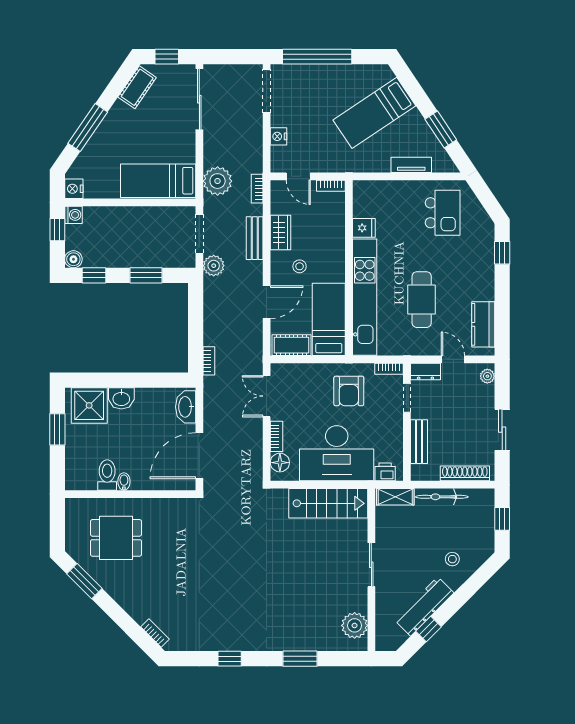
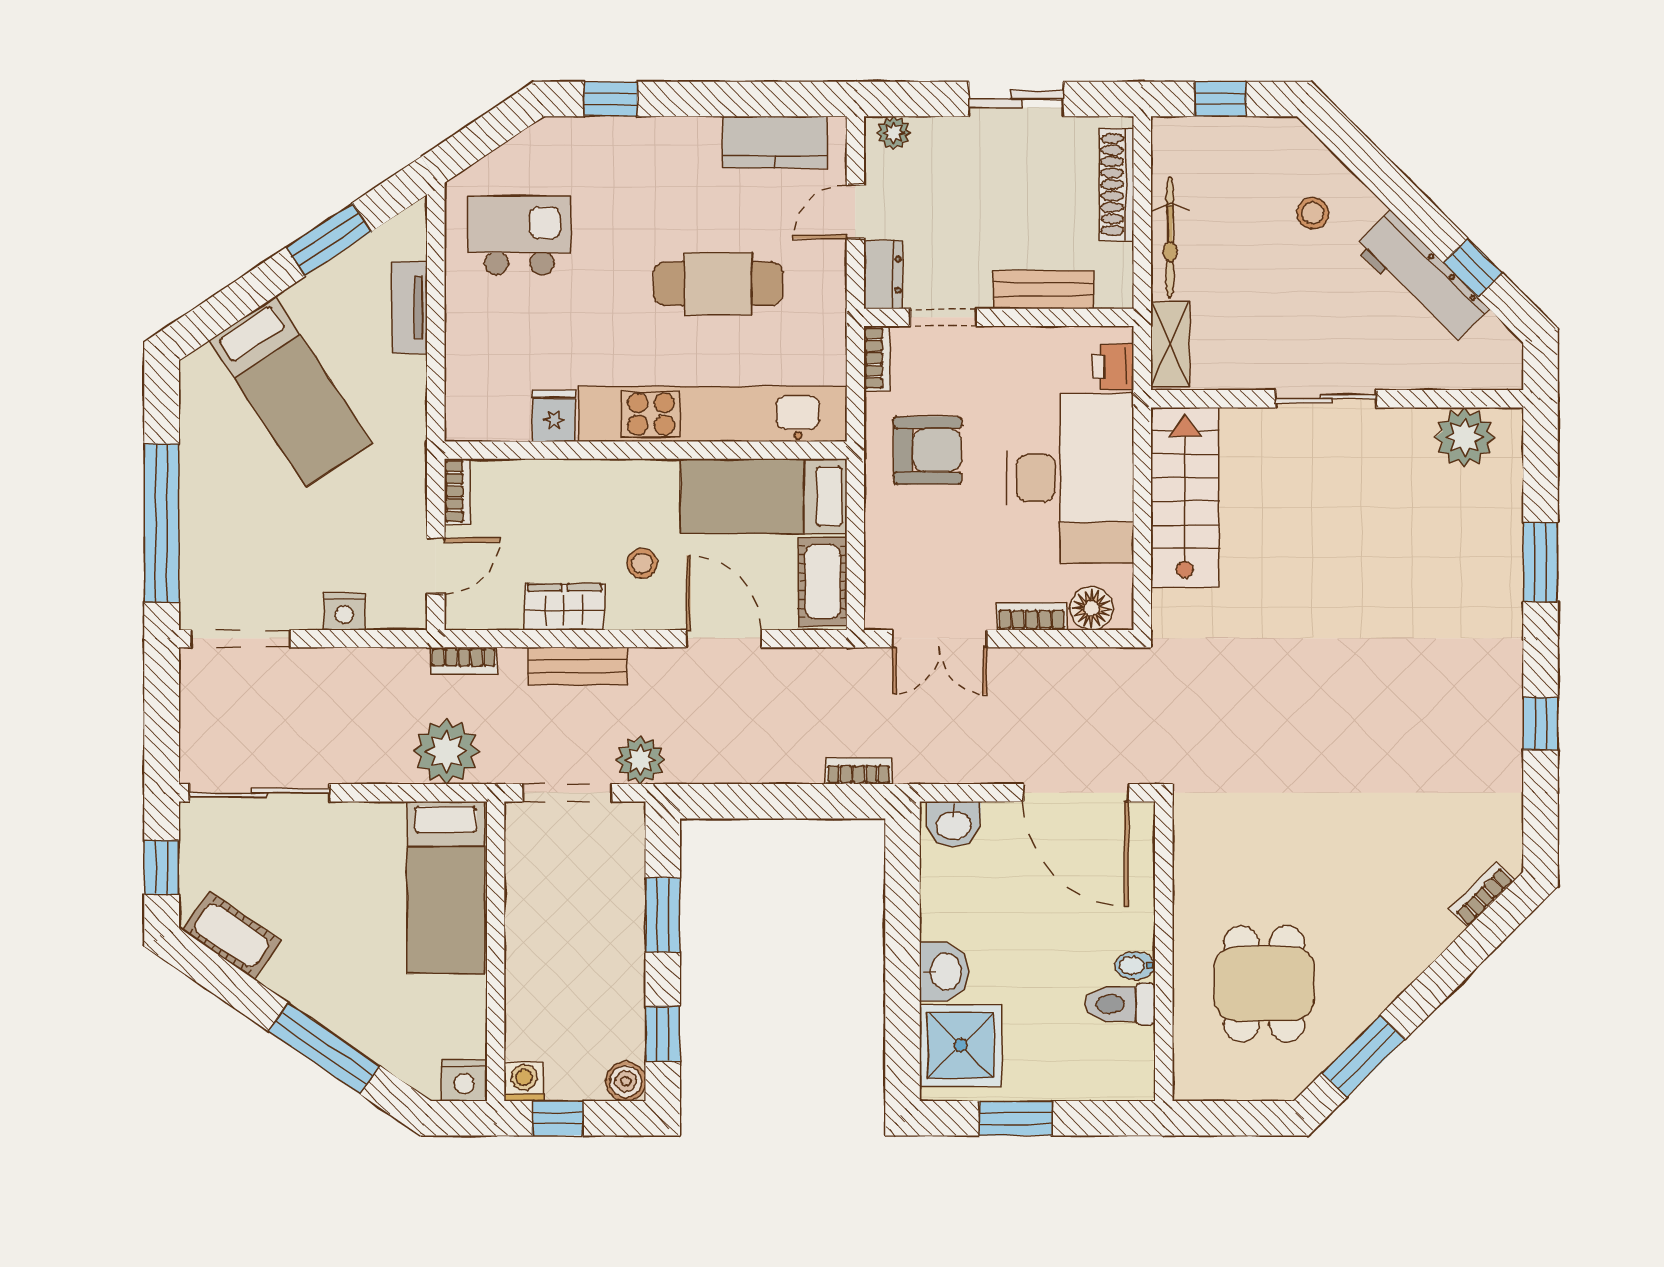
washbasin: (186, 407) -> (954, 824), width x0.72

